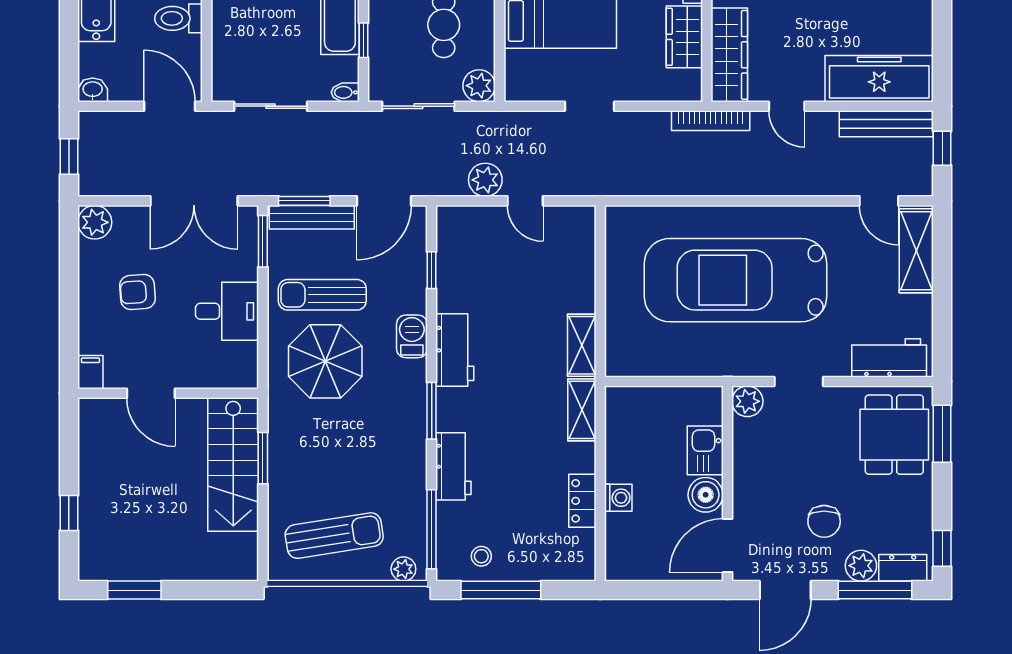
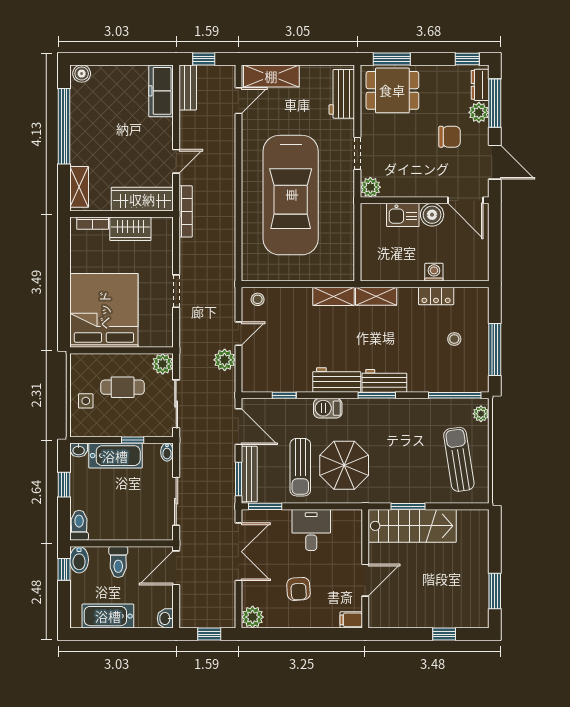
freezer: (879, 79) -> (161, 91), width x0.73, depth x0.79
bench: (886, 124) -> (188, 87), width x0.73
stool: (577, 230) -> (258, 299), added
workbench: (453, 466) -> (384, 381), moved
stool: (481, 556) -> (454, 339), moved

